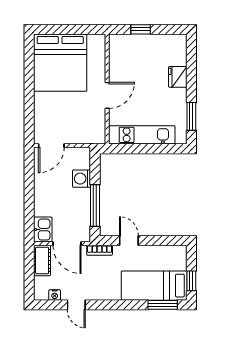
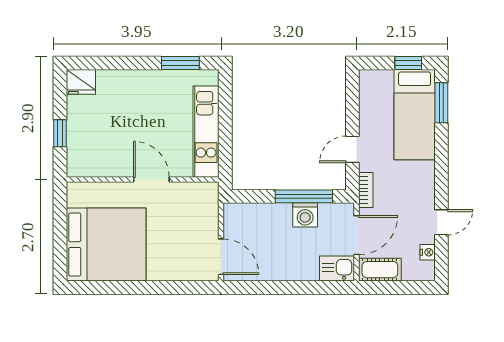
fridge: (178, 77) -> (81, 82), moved
washing machine: (82, 179) -> (305, 215), moved

